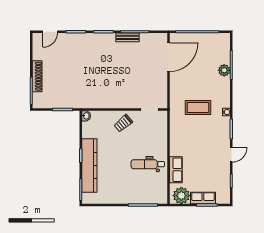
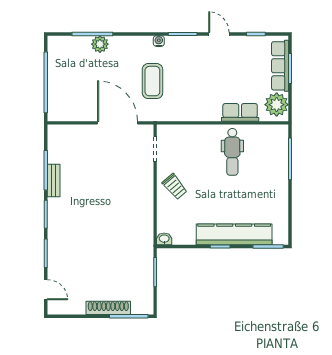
door: (168, 57) -> (118, 123), moved
row of seats: (203, 198) -> (280, 66), width x1.48

